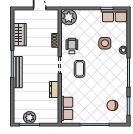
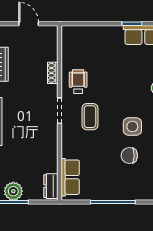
plant: (69, 17) -> (73, 37), removed
side table: (105, 43) -> (132, 126), moved
dresser: (54, 90) -> (51, 186), moved
chair: (112, 105) -> (129, 156), moved

